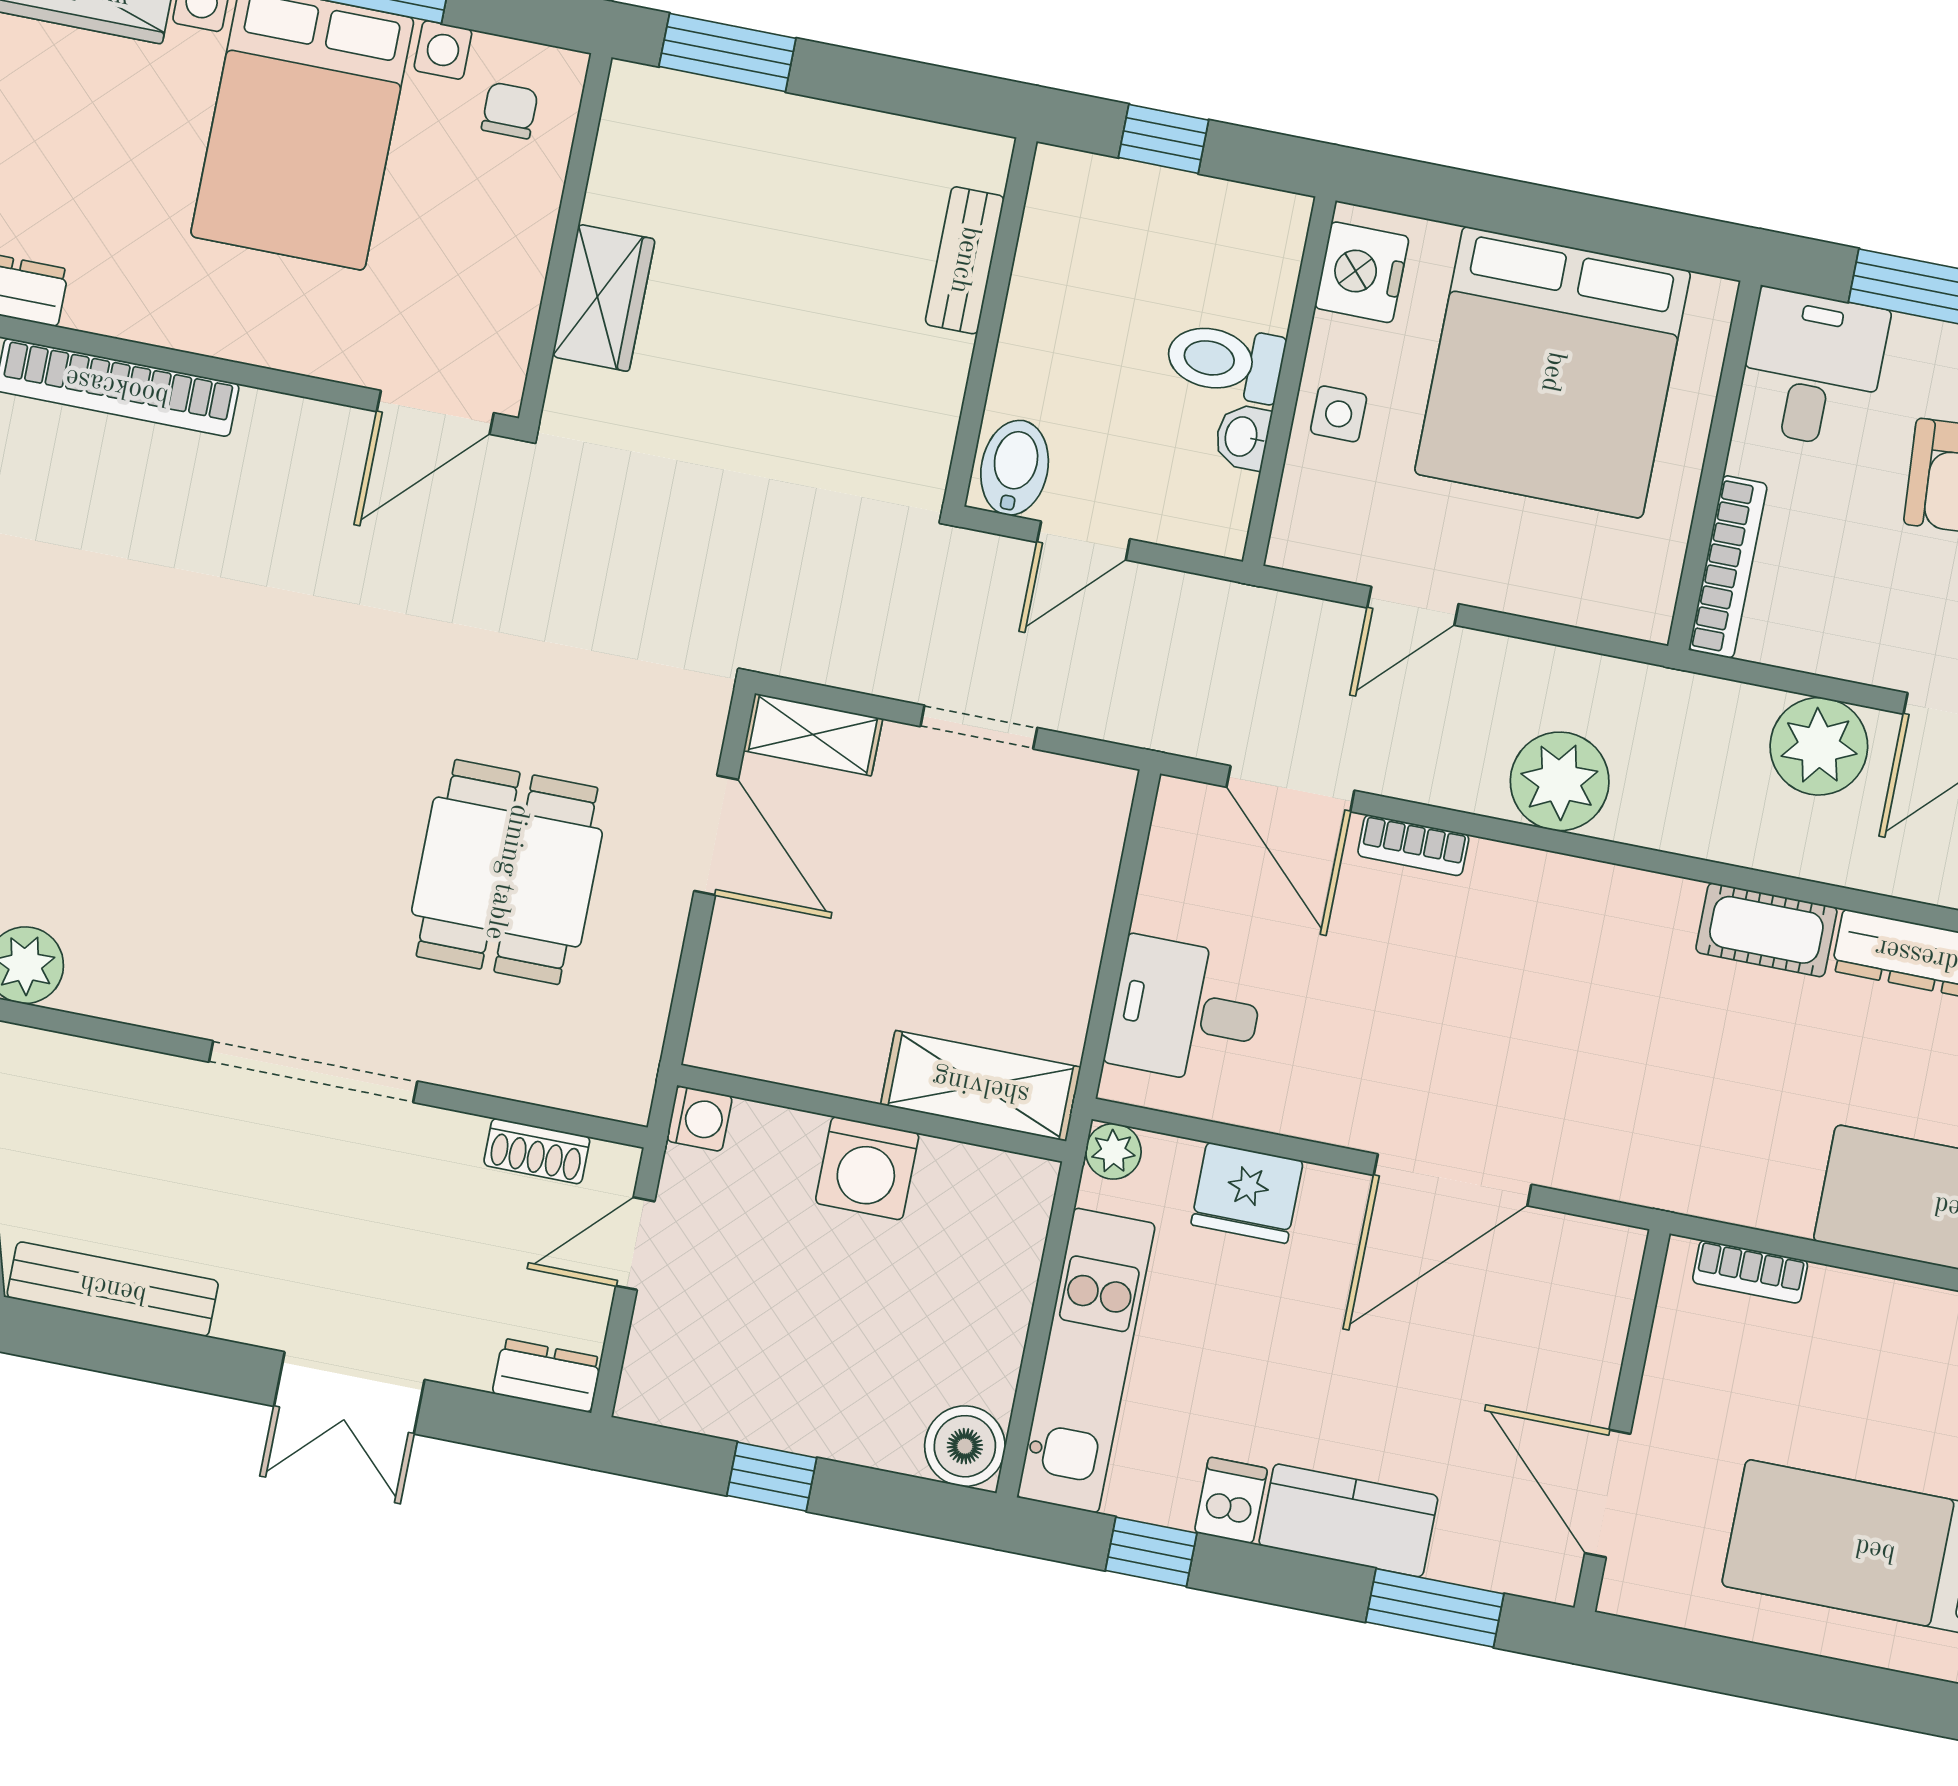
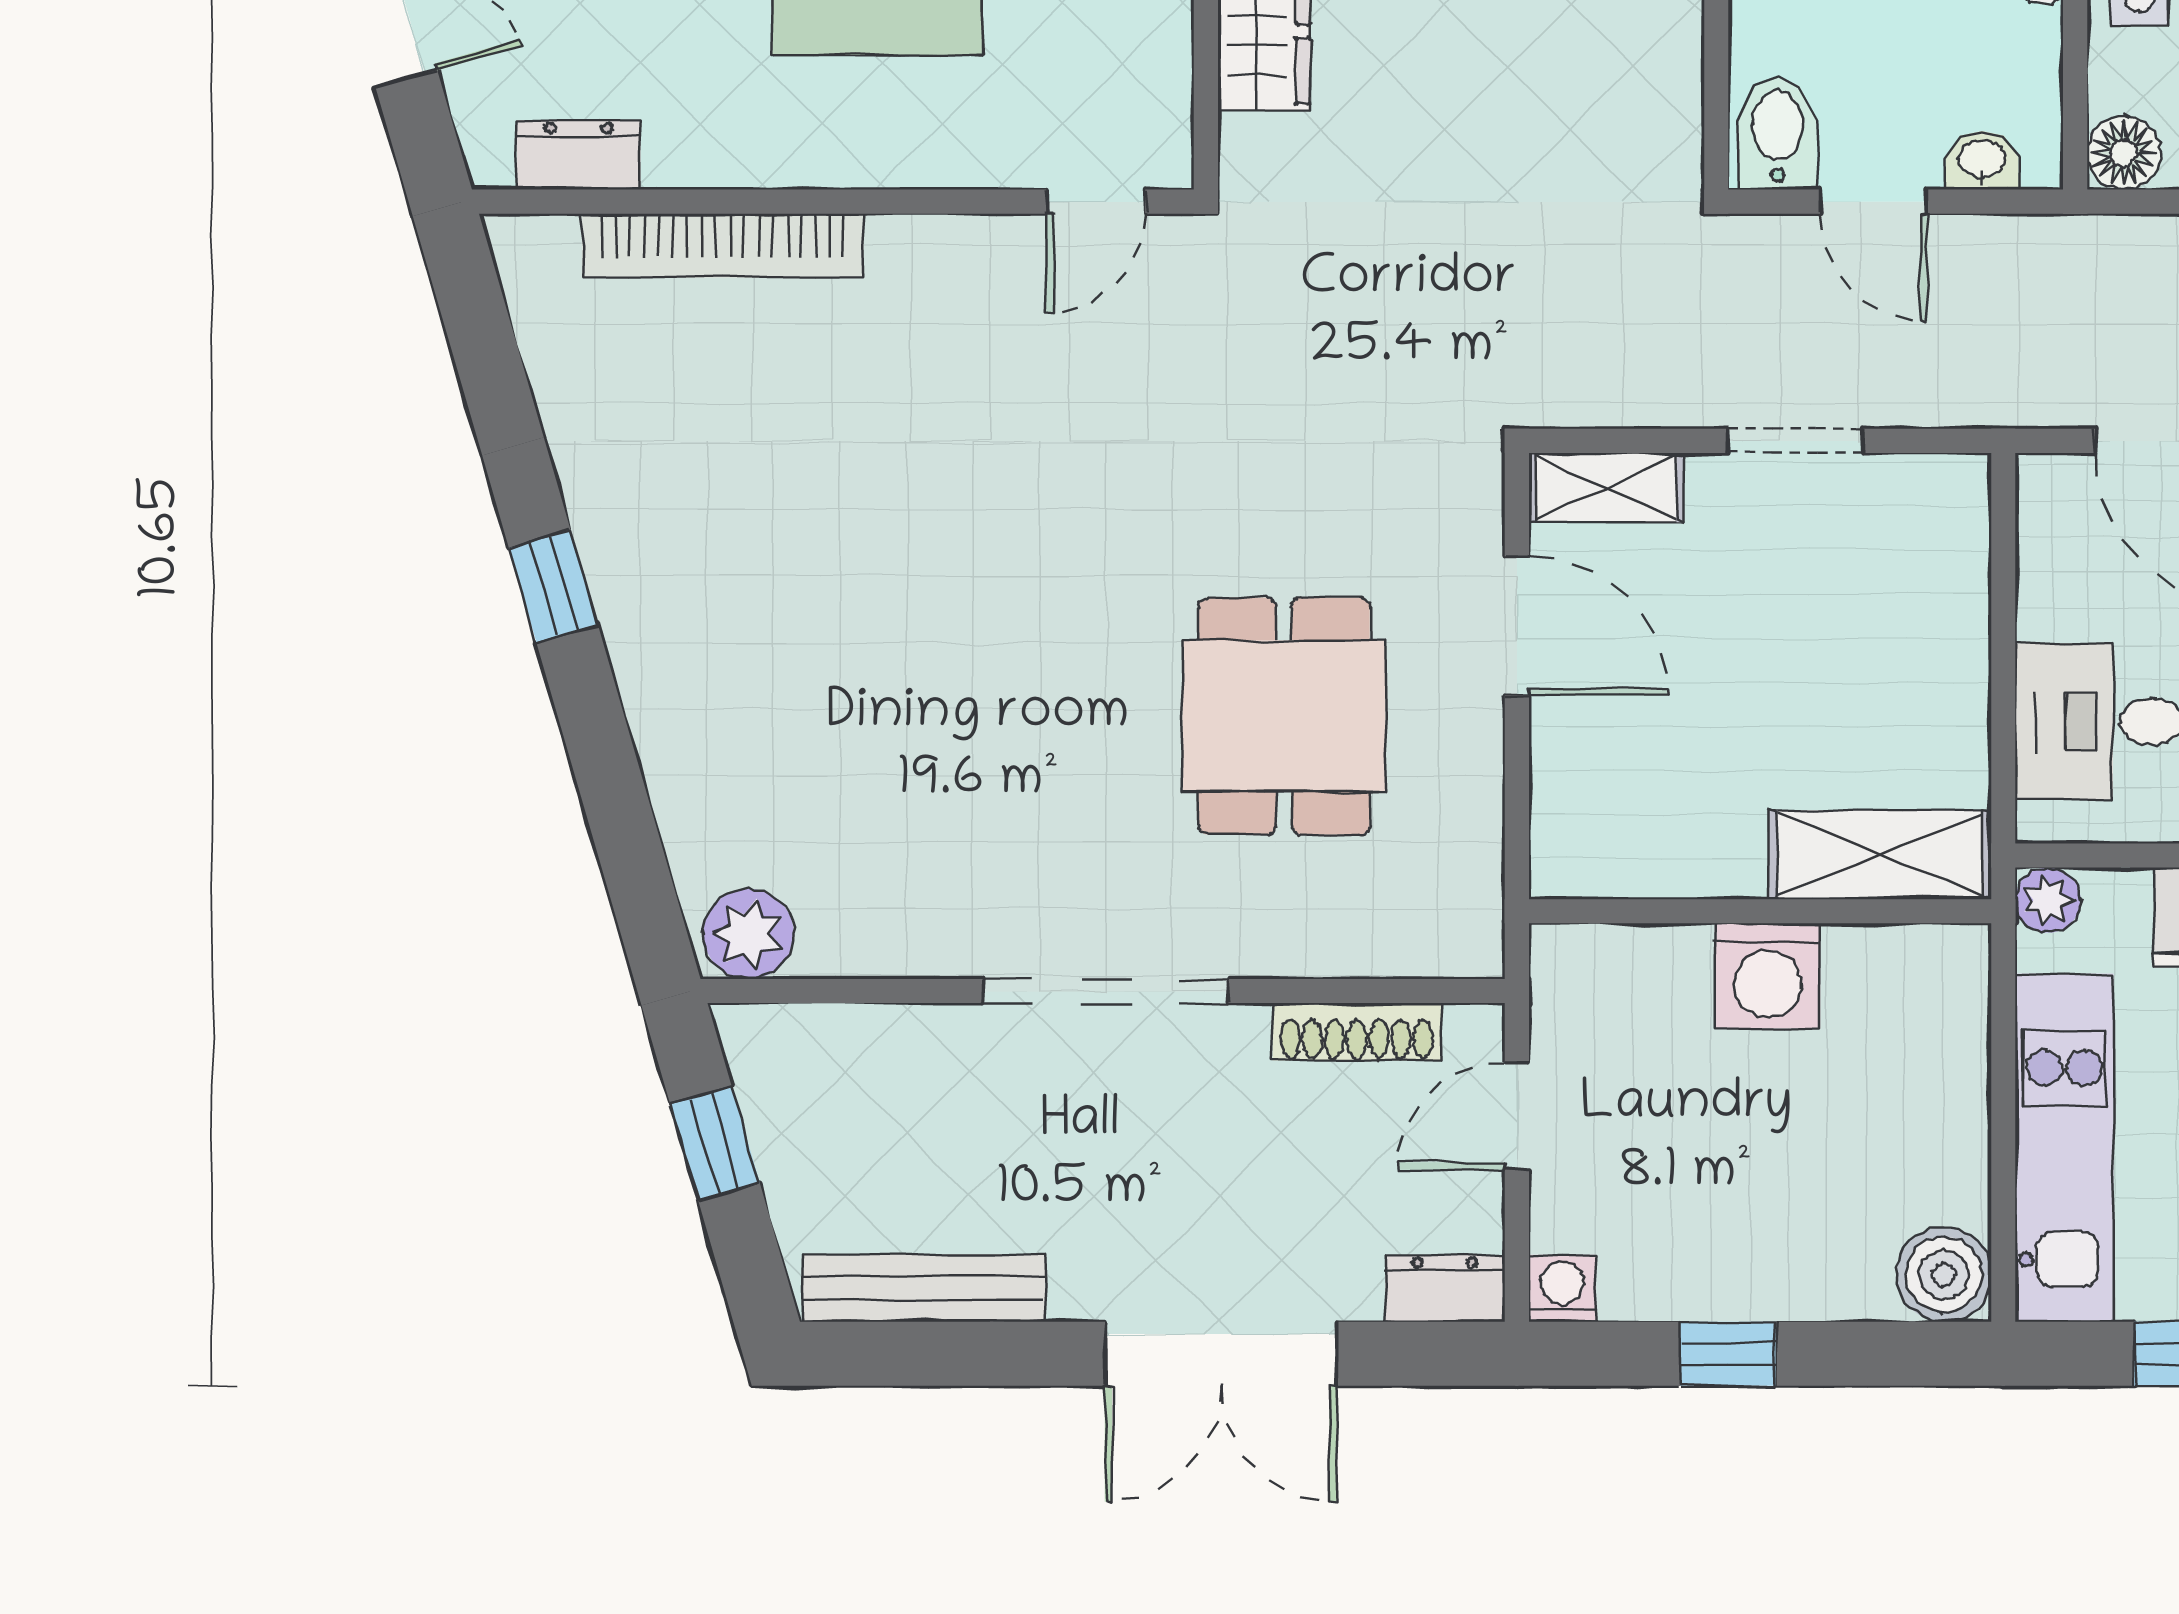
door: (435, 412) -> (1096, 202), width x0.73
washbasin: (1242, 437) -> (1982, 160), moved, turned 90
door: (1083, 541) -> (1874, 202), hinge flipped
floor lamp: (1300, 541) -> (2124, 153), added
washing machine: (699, 1118) -> (1562, 1288), moved, turned -90
shoe rack: (537, 1151) -> (1357, 1032), width x1.43
double door: (349, 1393) -> (1221, 1354), width x1.37

